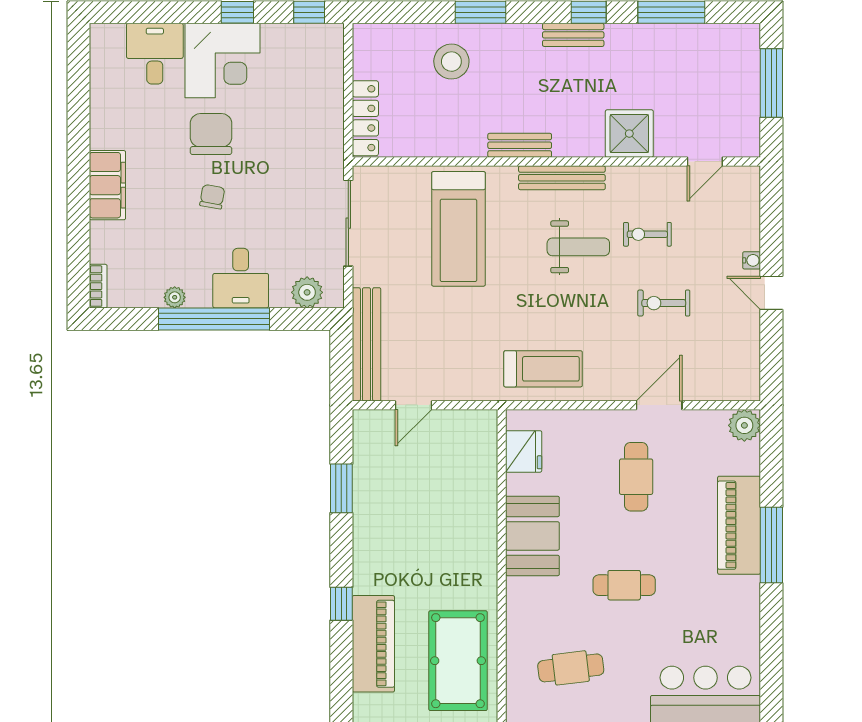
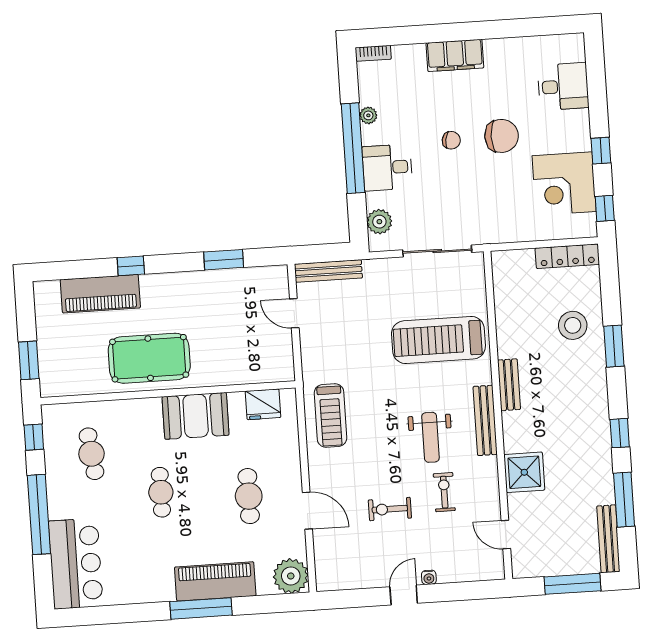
bench: (573, 35) -> (608, 539), moved, width x1.36
corner desk: (223, 61) -> (564, 184), moved
locker: (365, 118) -> (567, 256), moved
exercise bike: (664, 303) -> (390, 509), turned -90
bench: (366, 344) -> (328, 271), width x0.73, depth x0.82
plant: (744, 425) -> (291, 576), width x1.36, depth x1.36
cafe table: (636, 477) -> (249, 496), turned 90
pool table: (458, 661) -> (149, 358), moved

